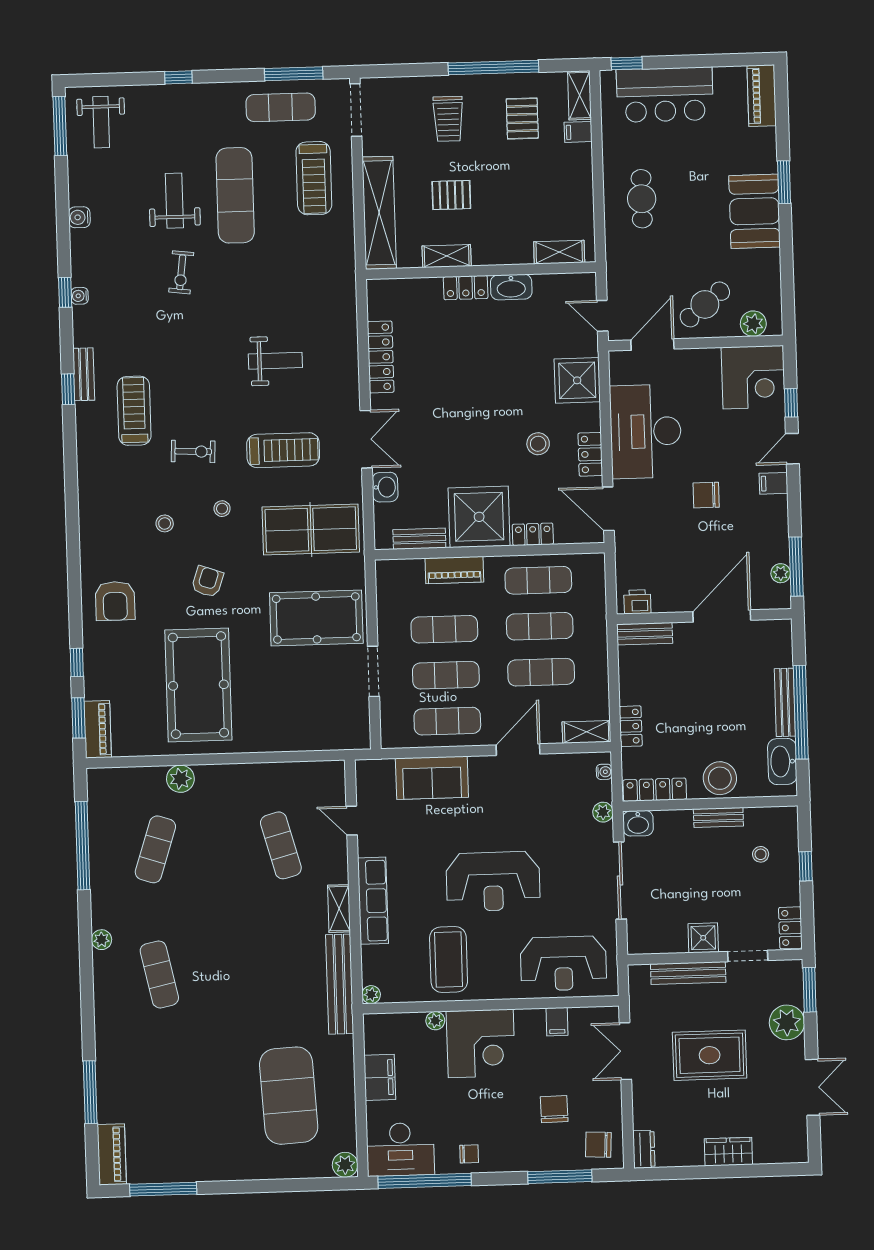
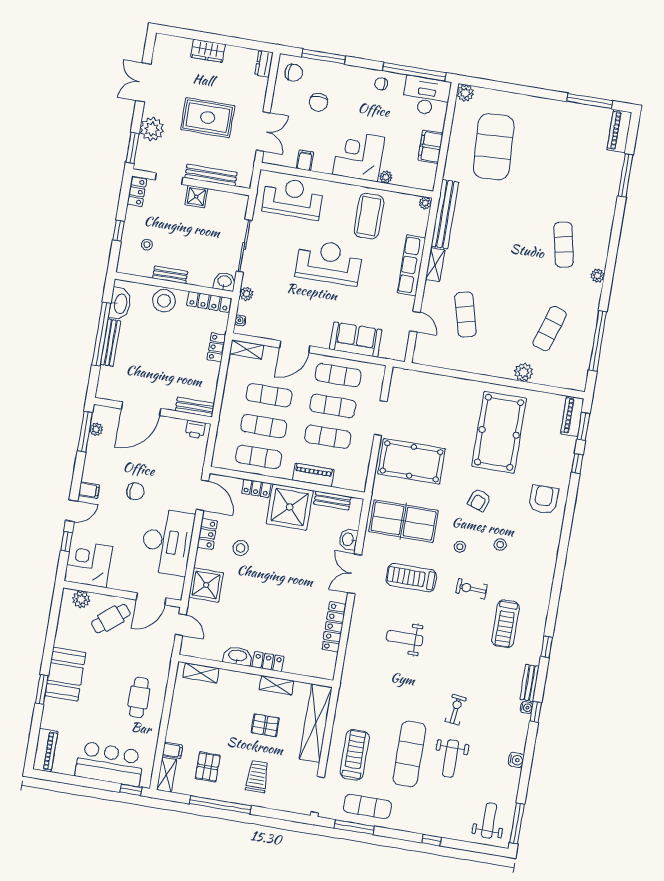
bench: (84, 374) -> (529, 683), moved

